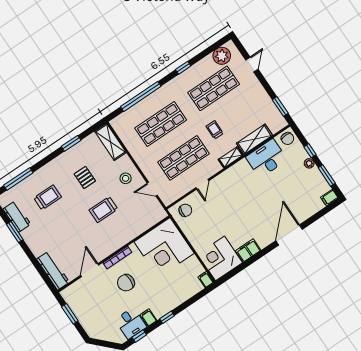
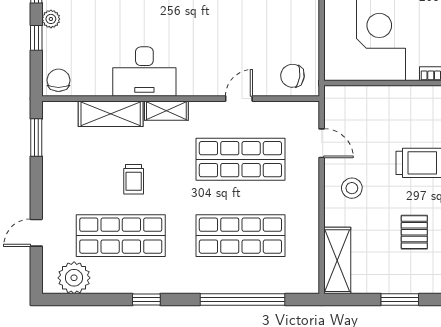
trolley: (215, 130) -> (134, 179), moved
desk: (266, 158) -> (144, 72), moved

